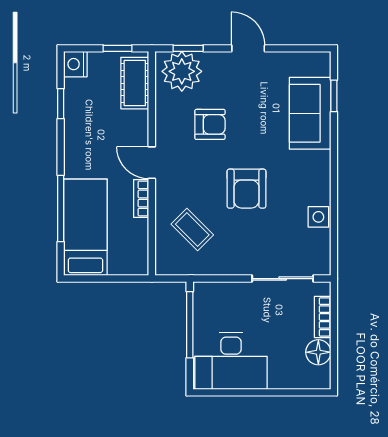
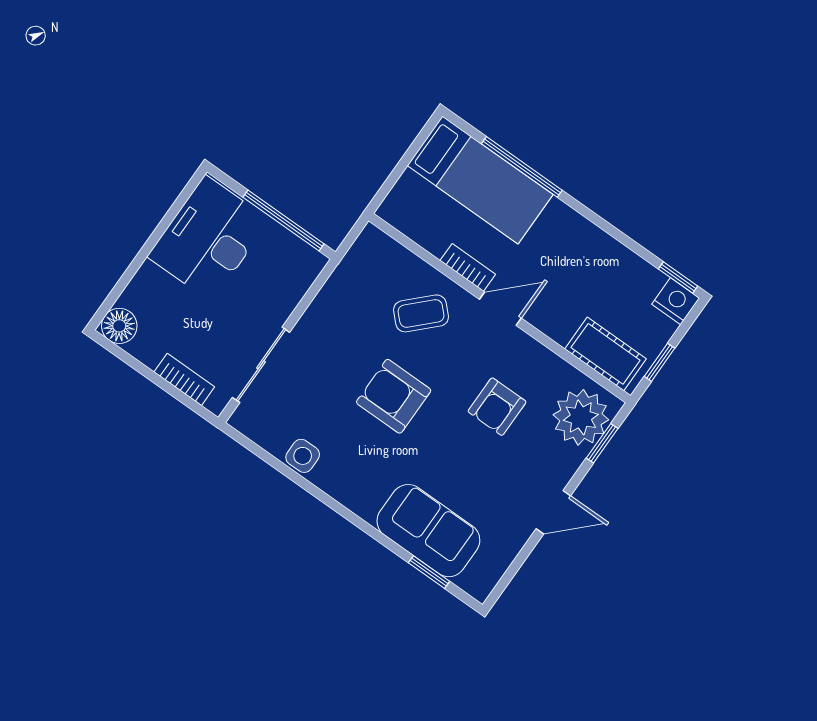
window: (61, 104) -> (678, 278), moved
coffee table: (192, 229) -> (421, 313), moved
floor lamp: (318, 352) -> (119, 326), moved

